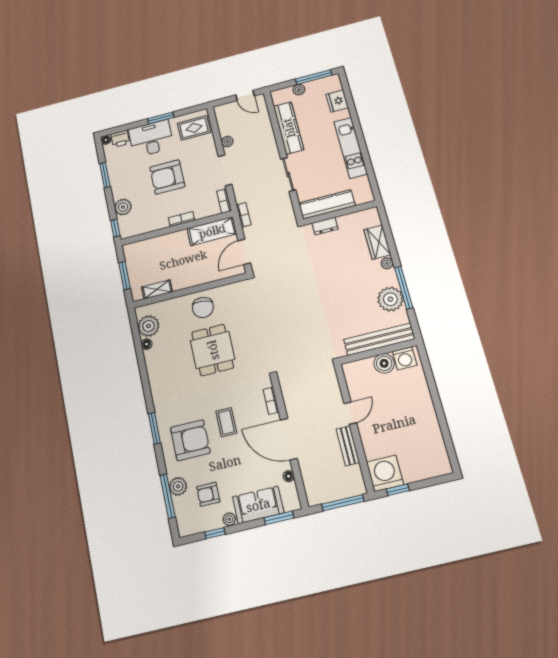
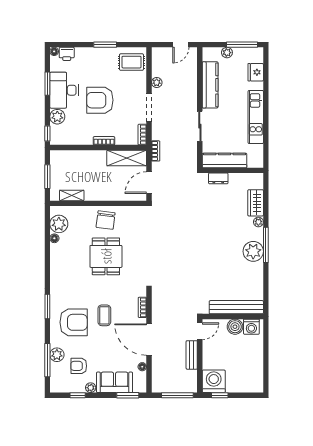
door: (245, 95) -> (181, 45), hinge flipped
desk: (151, 139) -> (64, 90), moved, turned -90
bench: (379, 339) -> (236, 307), moved
wall: (378, 352) -> (233, 316), moved
washing machine: (405, 358) -> (251, 327), moved
boiler: (384, 363) -> (235, 327), moved

